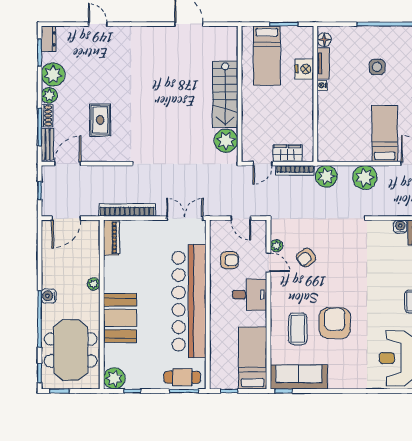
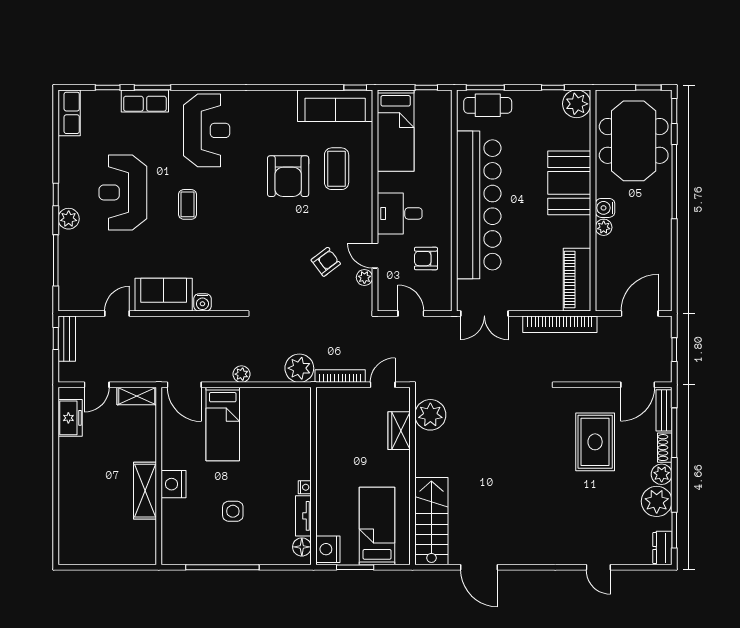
nightstand: (304, 69) -> (328, 549), moved
stairs: (225, 94) -> (431, 521), moved
rug: (100, 120) -> (595, 442), width x1.36, depth x1.43
wardrobe: (287, 153) -> (399, 431), moved, turned 90
plant: (365, 177) -> (242, 374), width x0.53, depth x0.53
piano: (111, 238) -> (577, 280), width x1.37, depth x1.33
water cooler: (49, 296) -> (605, 208), moved, turned 180

